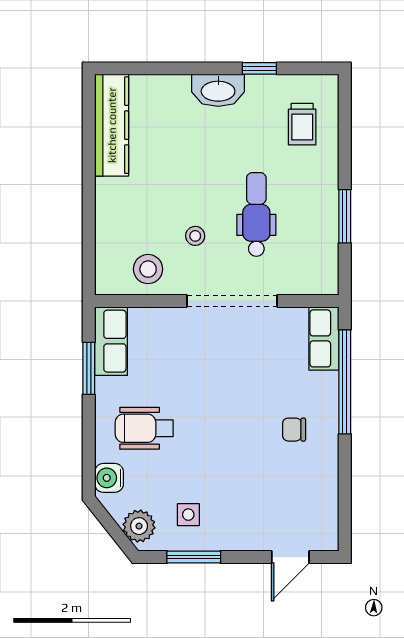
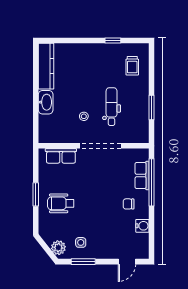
washbasin: (218, 90) -> (46, 102), moved, turned -90
stool: (148, 269) -> (63, 131), removed
row of seats: (324, 338) -> (142, 175), moved
row of seats: (111, 341) -> (61, 156), moved, turned 90
window: (89, 368) -> (36, 194), moved
water cooler: (109, 478) -> (142, 226), moved, turned 180

